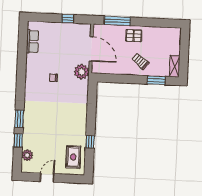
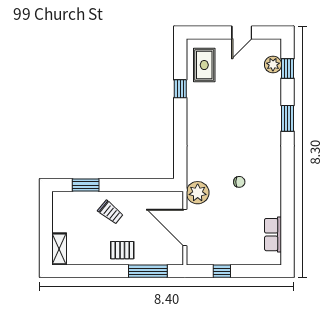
shelving: (175, 66) -> (59, 249), moved
window: (18, 140) -> (287, 68), moved

